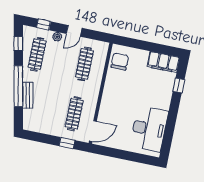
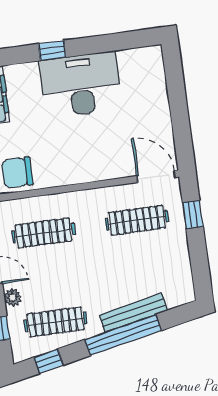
window: (179, 85) -> (52, 50), moved
bench: (28, 95) -> (133, 313), width x1.36
desk: (149, 129) -> (81, 84), moved

